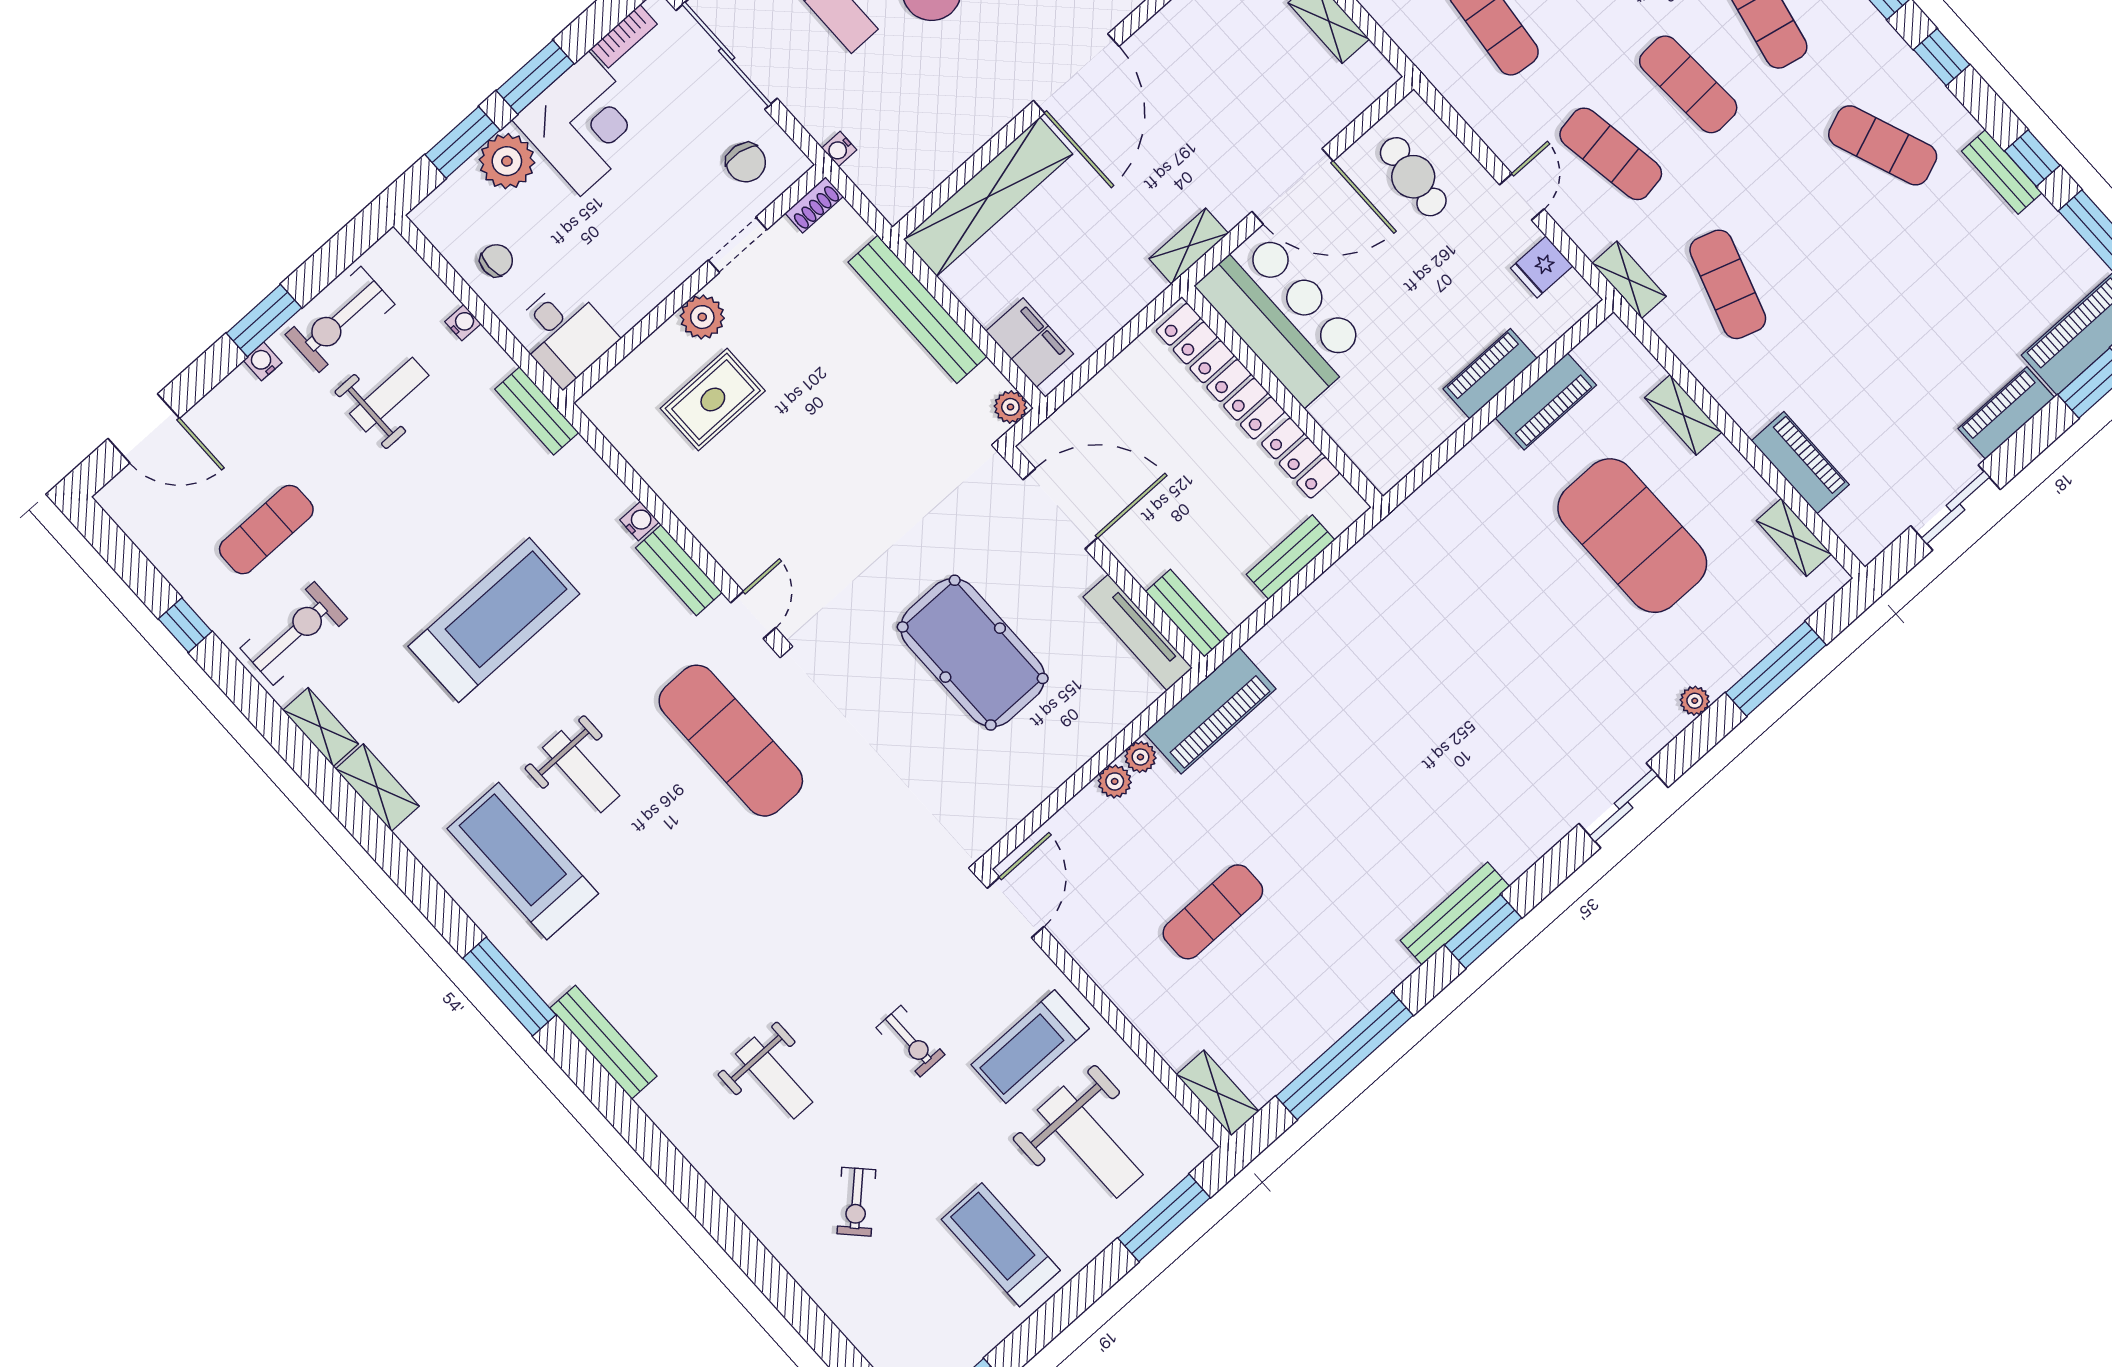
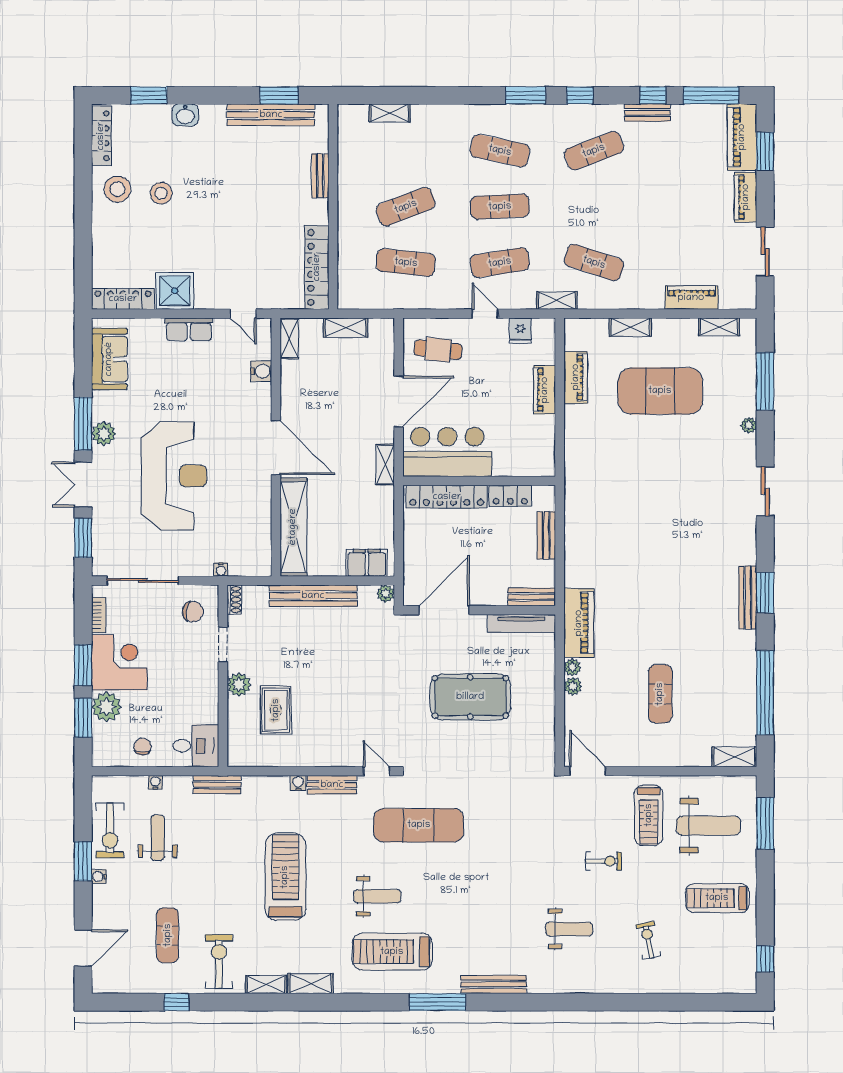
exercise bike: (856, 1202) -> (648, 941), turned -147

